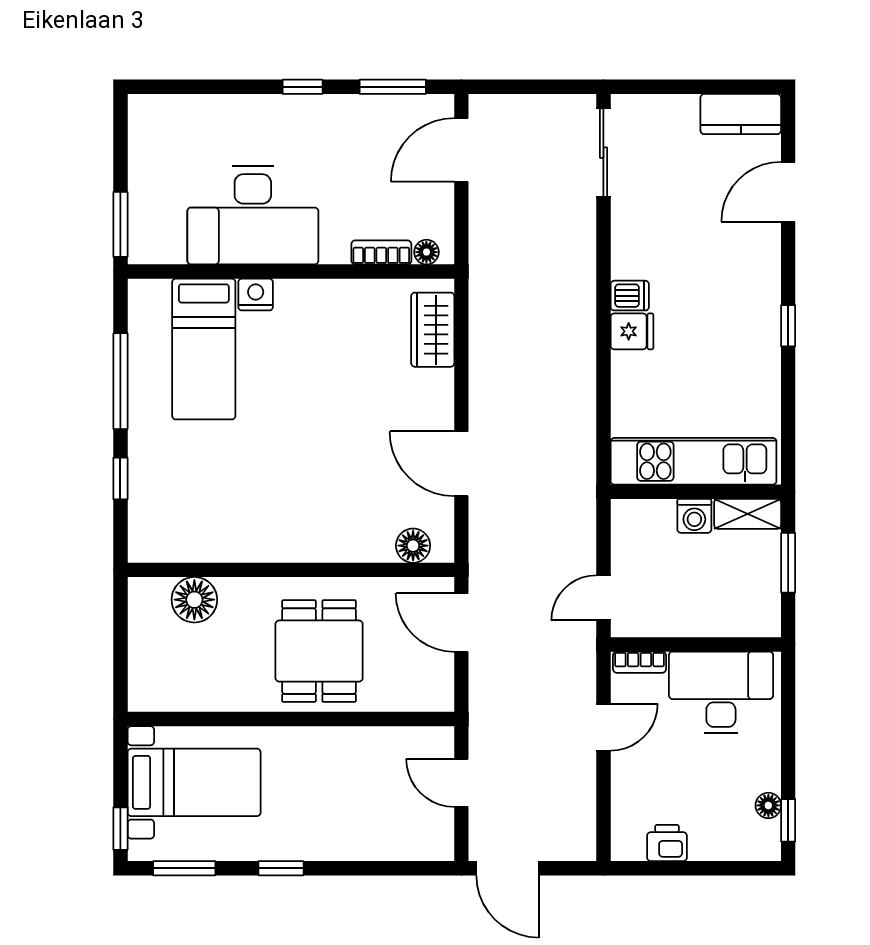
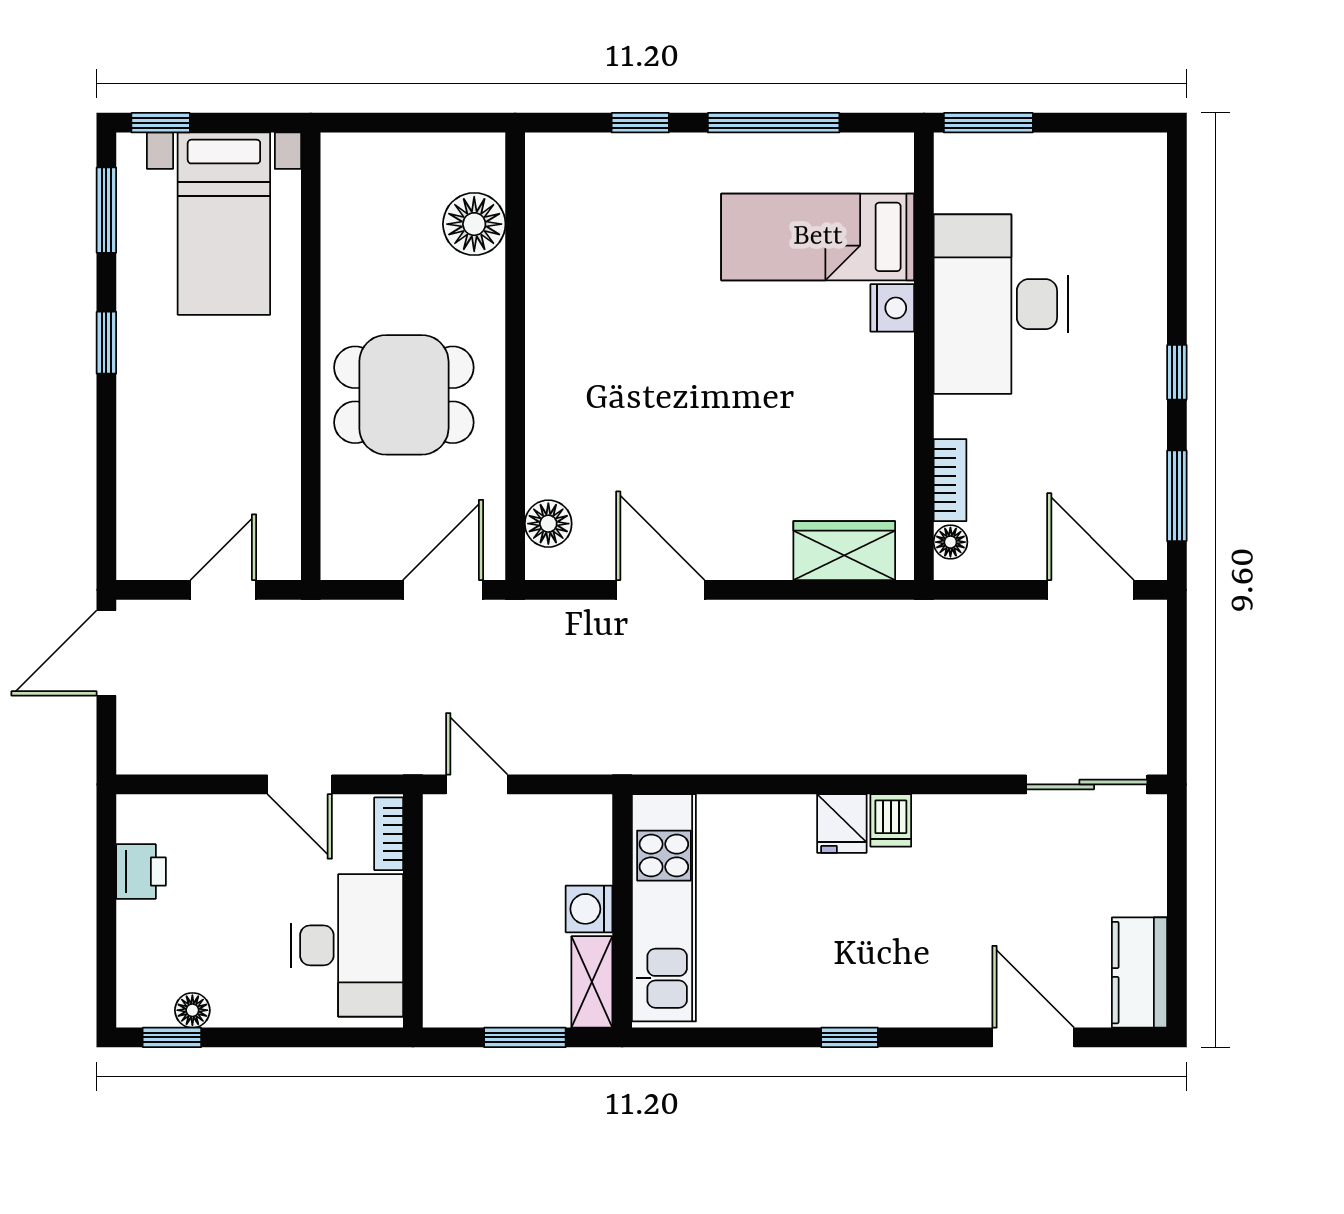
door: (461, 464) -> (660, 590), hinge flipped

